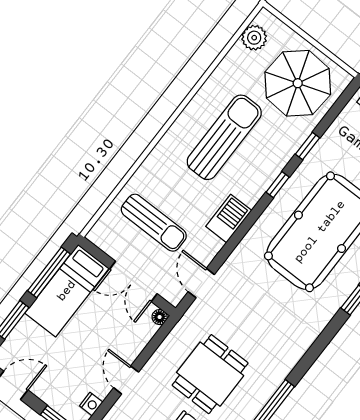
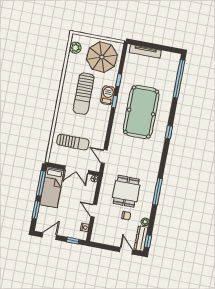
sun lounger: (224, 137) -> (84, 94), turned 180
barbecue: (229, 218) -> (108, 95), moved

